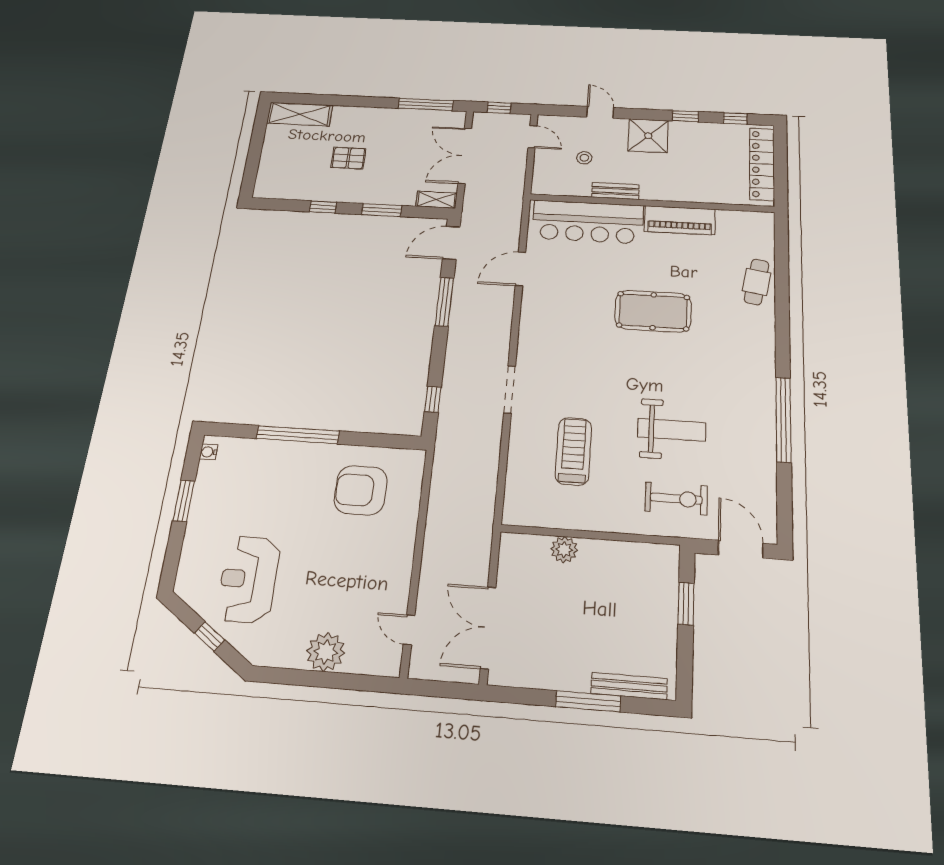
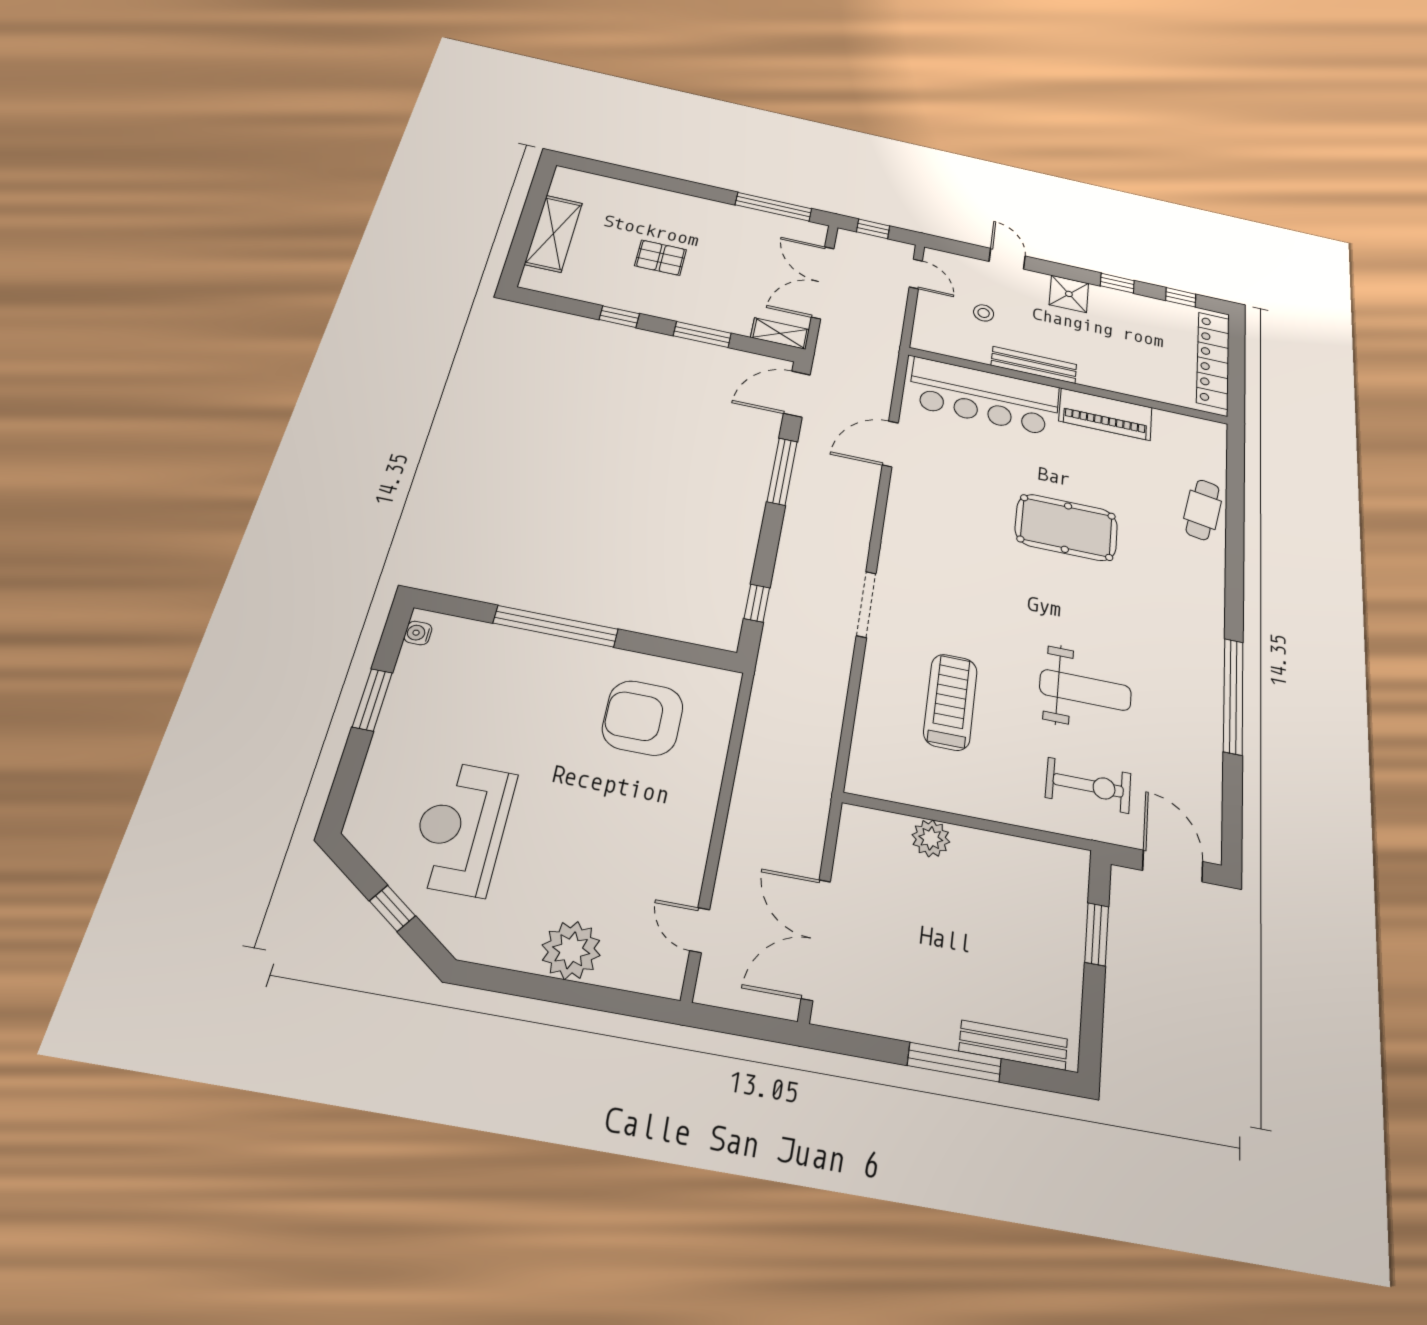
shelving: (300, 114) -> (554, 233), moved, turned 90
shower: (648, 136) -> (1069, 294), width x0.73, depth x0.73
bench: (615, 191) -> (1034, 365), width x1.36

